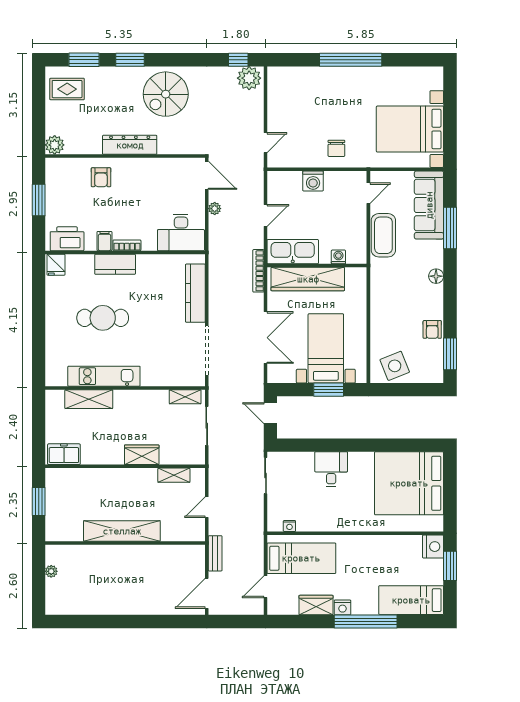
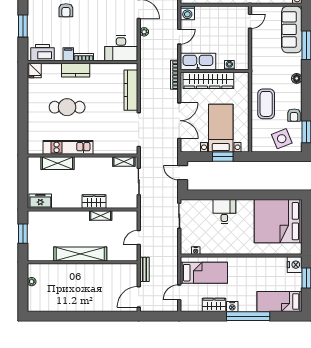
washing machine: (313, 181) -> (187, 13), moved
coffee table: (383, 235) -> (266, 104), moved
side table: (395, 366) -> (282, 139), moved
shelving: (174, 475) -> (101, 215), moved

